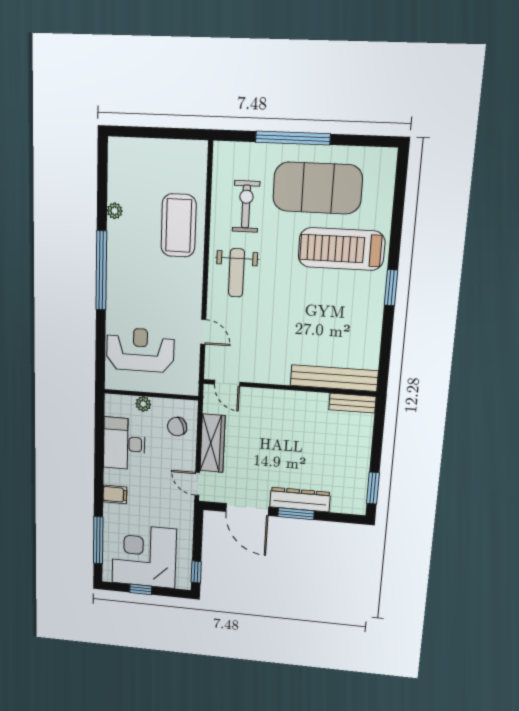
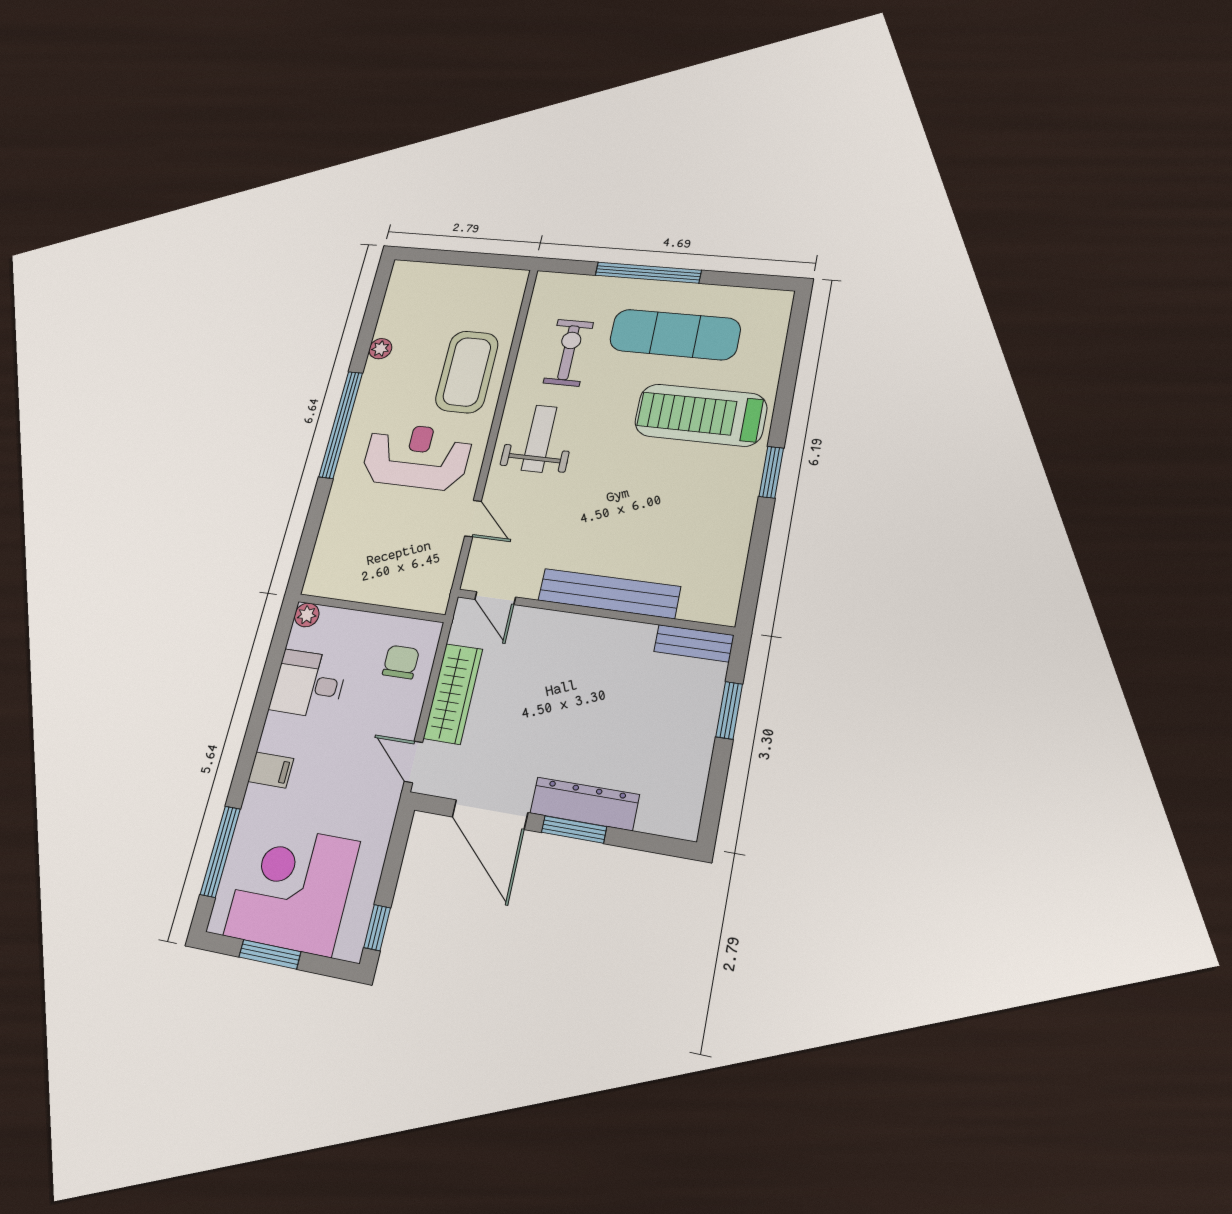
exercise mat: (317, 188) -> (675, 335), width x0.68
weight bench: (236, 273) -> (539, 439), turned 180
reception desk: (140, 350) -> (417, 456), moved
bench: (334, 378) -> (609, 594), moved
plant: (143, 404) -> (307, 615), moved
chair: (177, 427) -> (401, 662), turned 111
desk: (124, 444) -> (309, 684), width x0.73
window: (373, 488) -> (729, 710), moved
window: (141, 589) -> (270, 954), width x1.50

